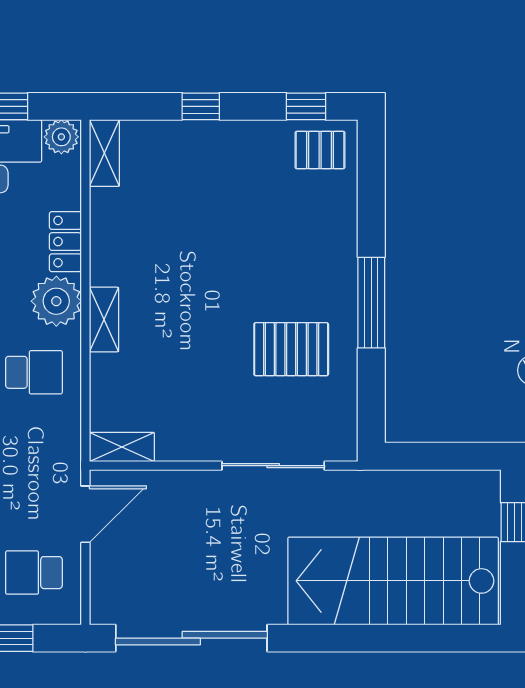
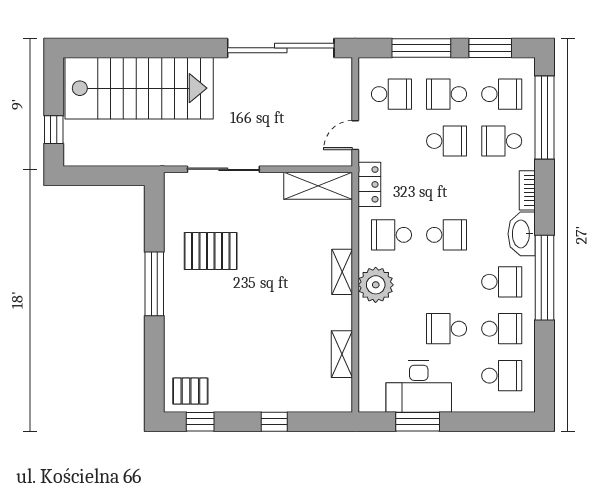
plant: (61, 137) -> (372, 400), removed
shelving: (104, 153) -> (342, 354), moved
locker: (65, 242) -> (369, 184), moved
shelving: (122, 447) -> (318, 186), width x1.50, depth x1.33
door: (85, 514) -> (355, 135), width x0.73

